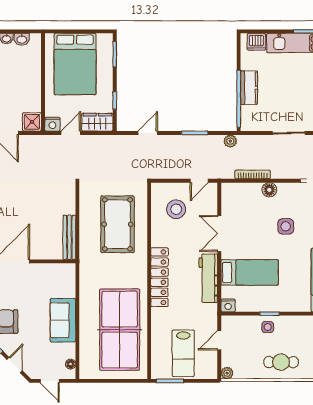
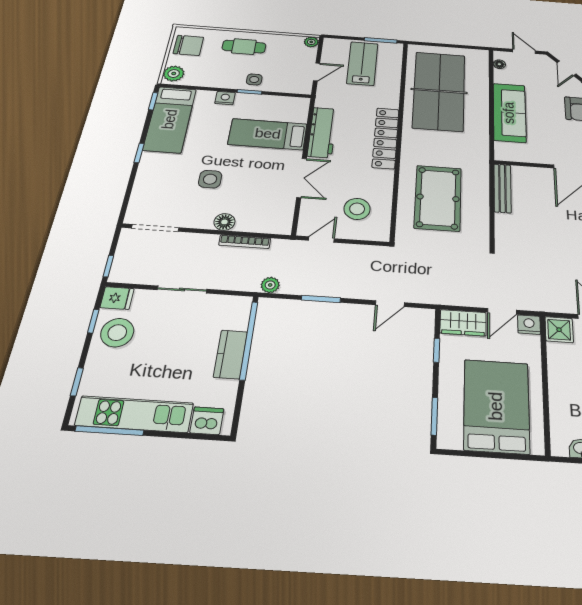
nightstand: (228, 305) -> (225, 98), moved
sofa: (63, 320) -> (509, 113), width x1.36

